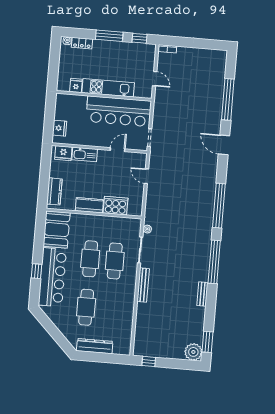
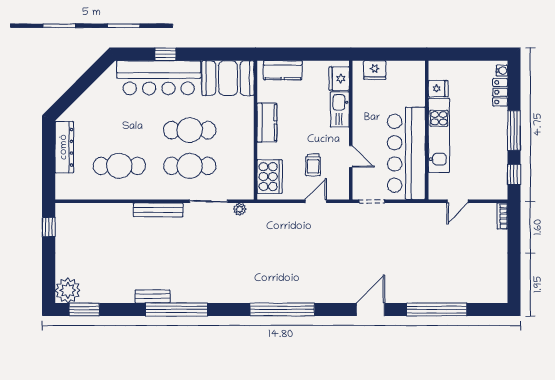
trolley: (121, 176) -> (313, 165), added
cooker: (116, 206) -> (270, 177), moved
window: (214, 262) -> (176, 310), moved
cafe table: (86, 307) -> (119, 166), moved

